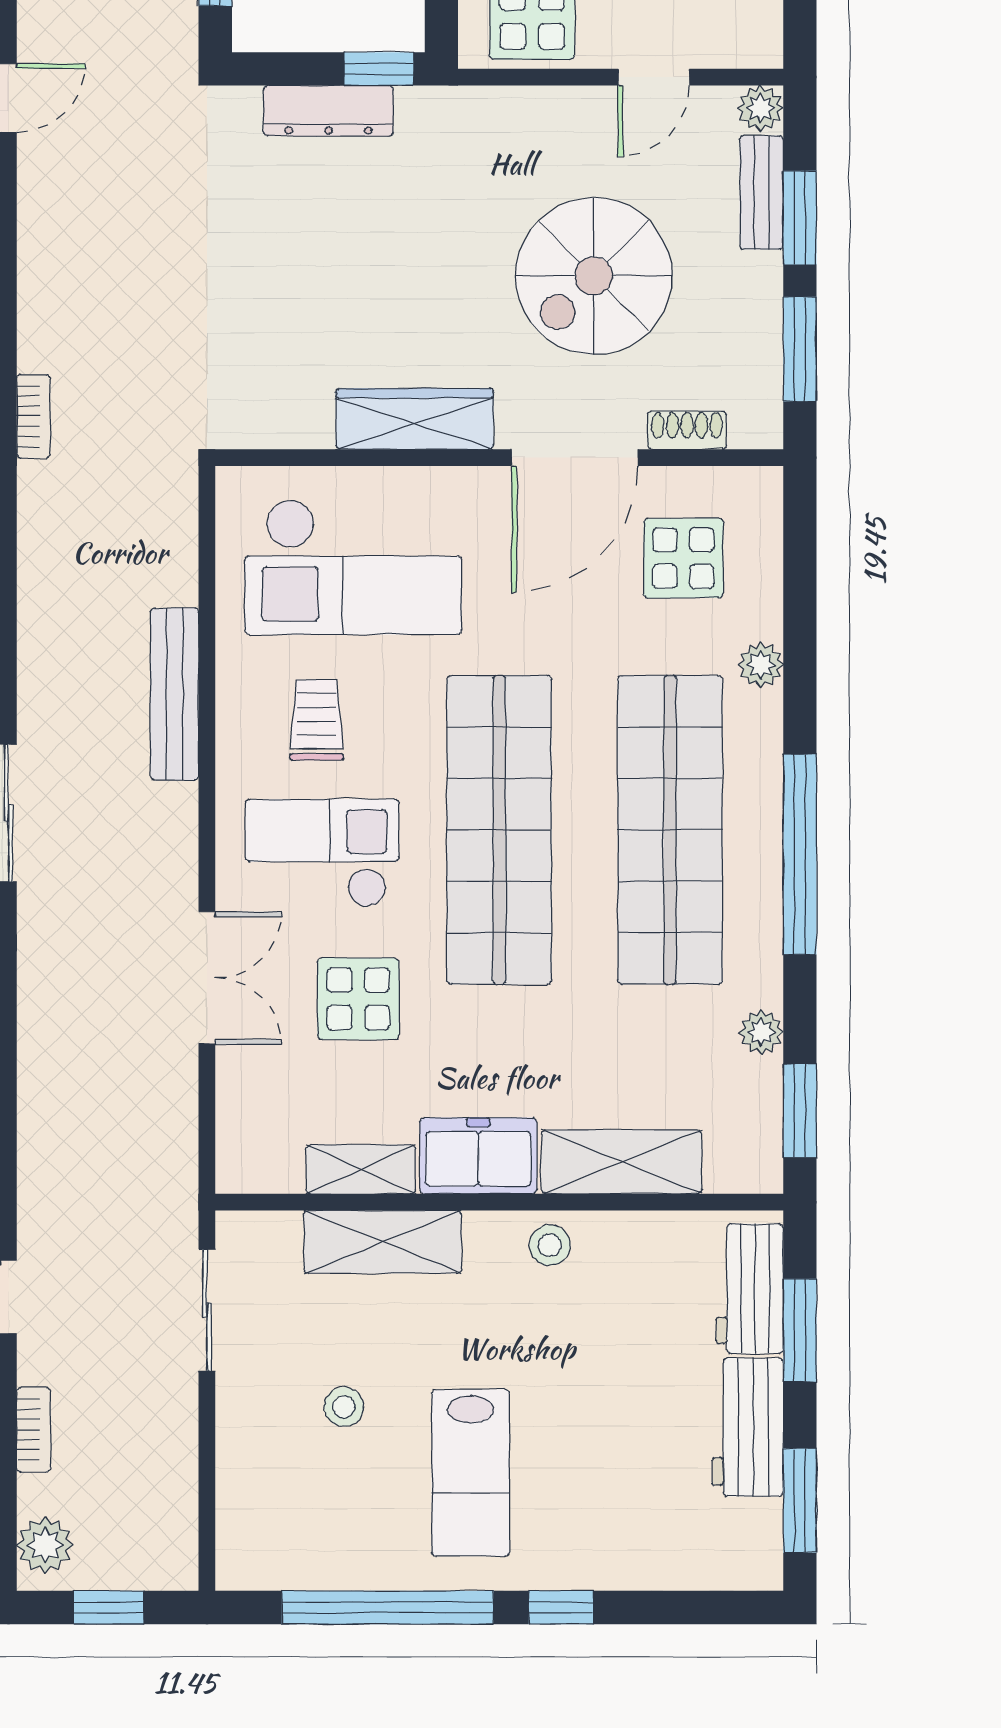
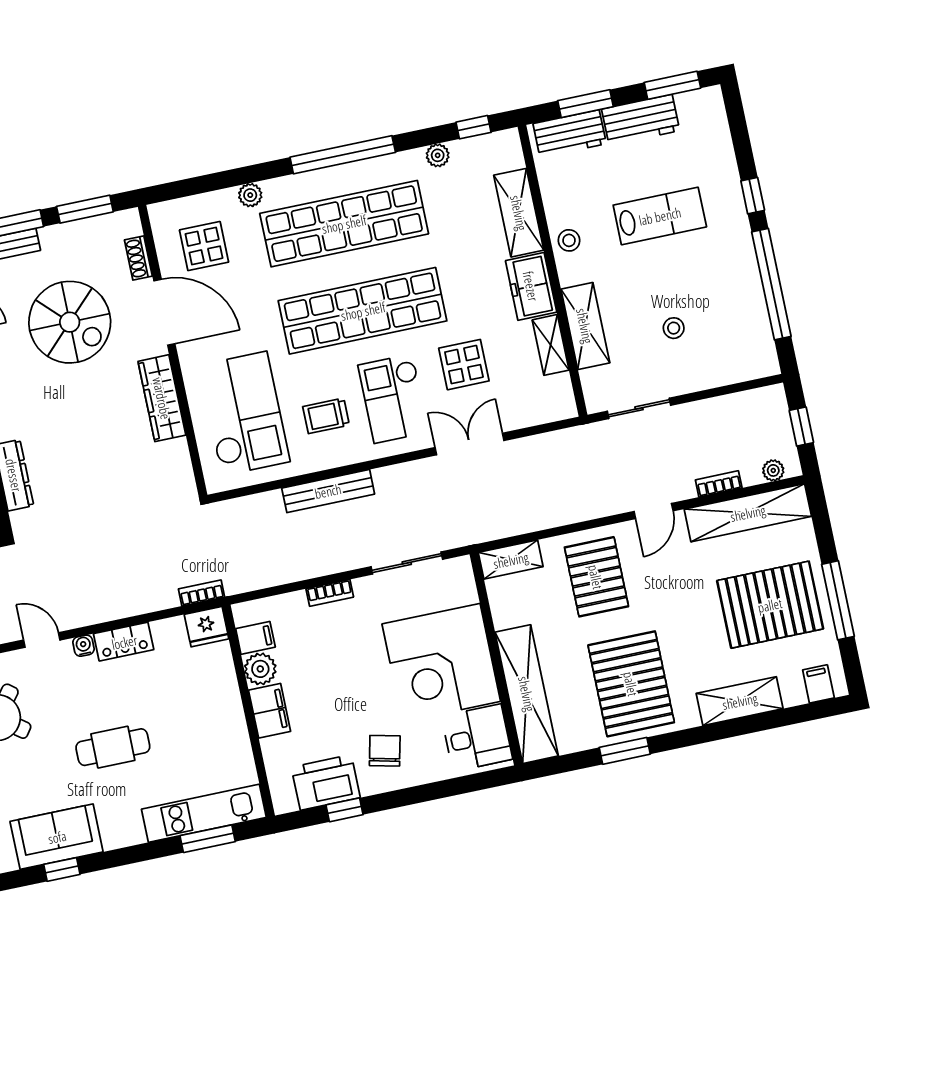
window: (800, 1111) -> (474, 127), width x0.67
lab bench: (471, 1473) -> (660, 216), moved
plant: (45, 1545) -> (773, 470), width x0.73, depth x0.73

